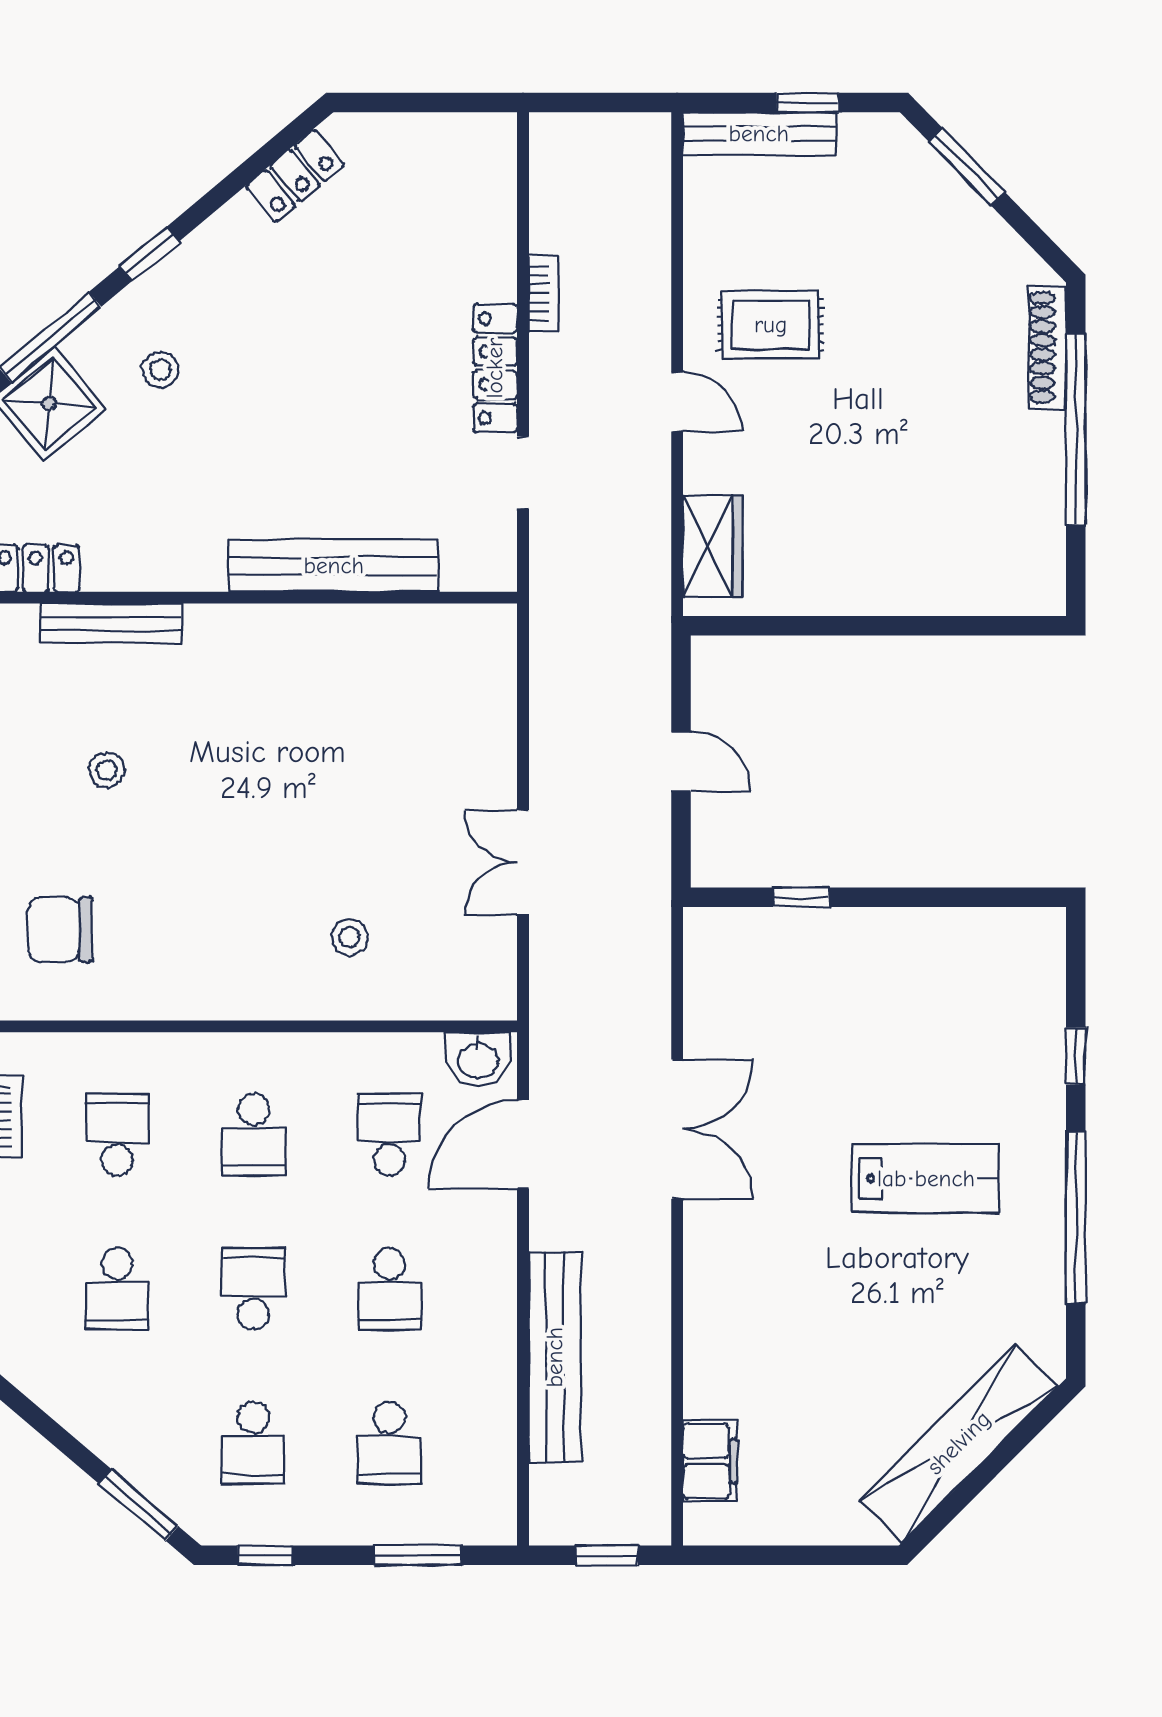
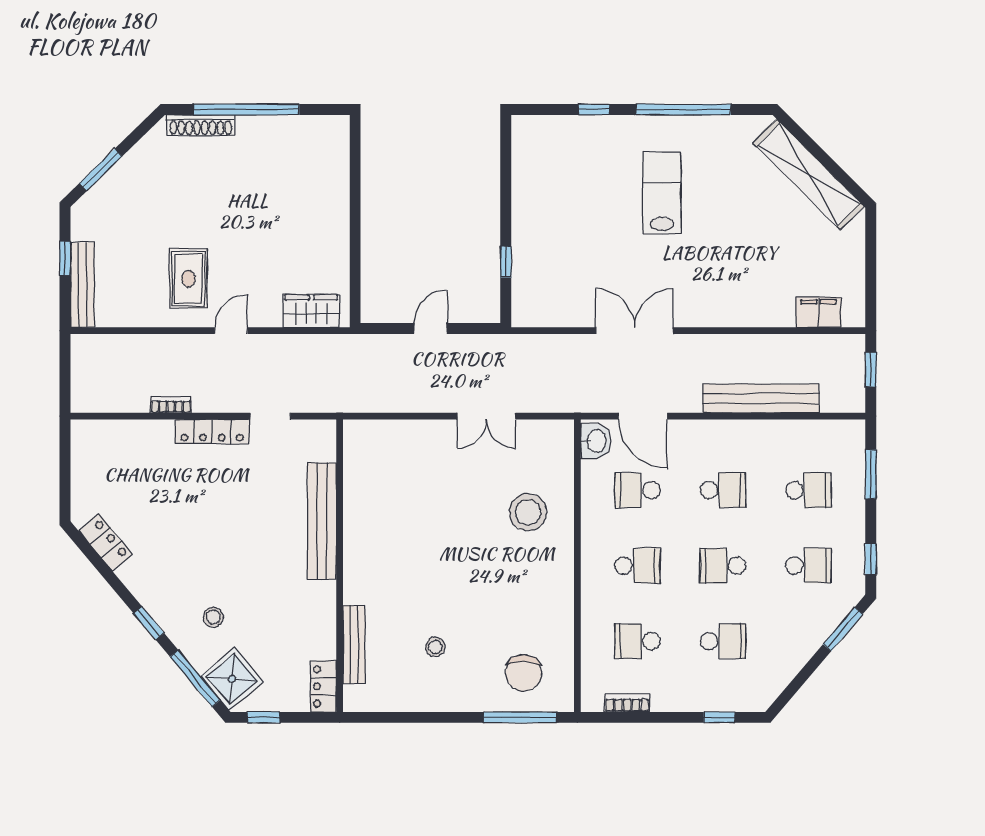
stool: (349, 937) -> (528, 512), width x1.89, depth x1.89

